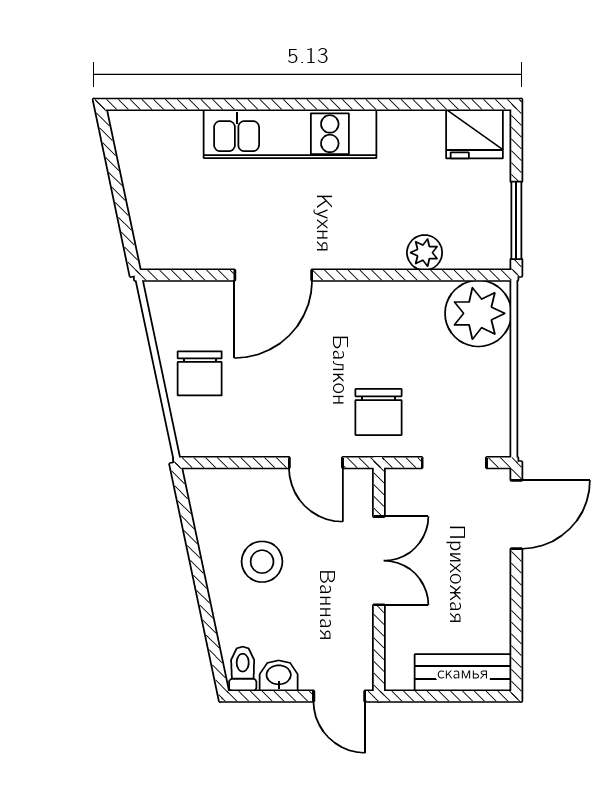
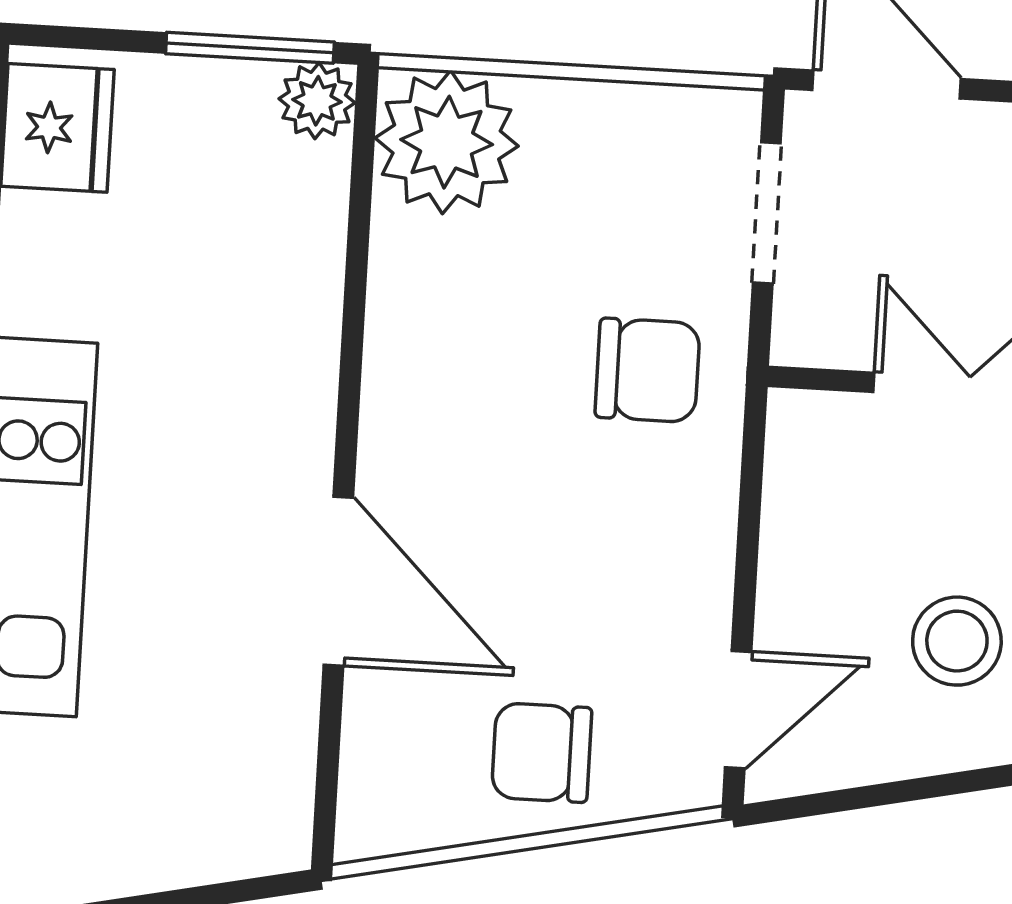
plant: (425, 253) -> (317, 101), moved
chair: (200, 373) -> (542, 753), turned 180
door: (316, 463) -> (738, 710), moved

